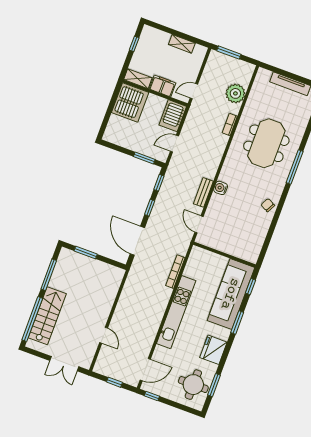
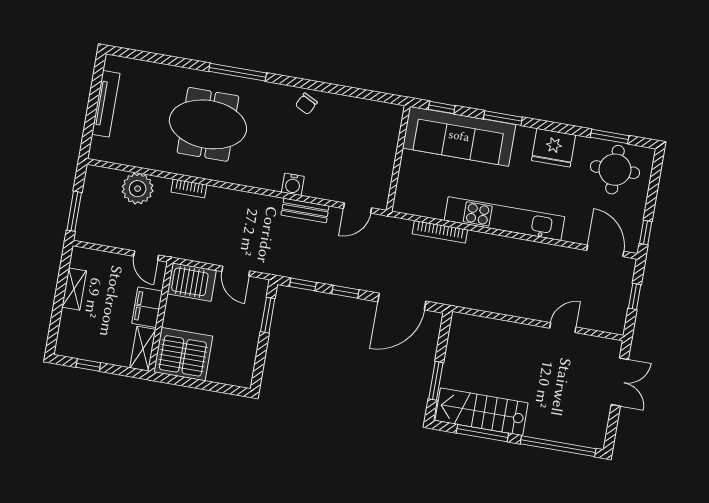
stairs: (47, 316) -> (481, 412), moved

